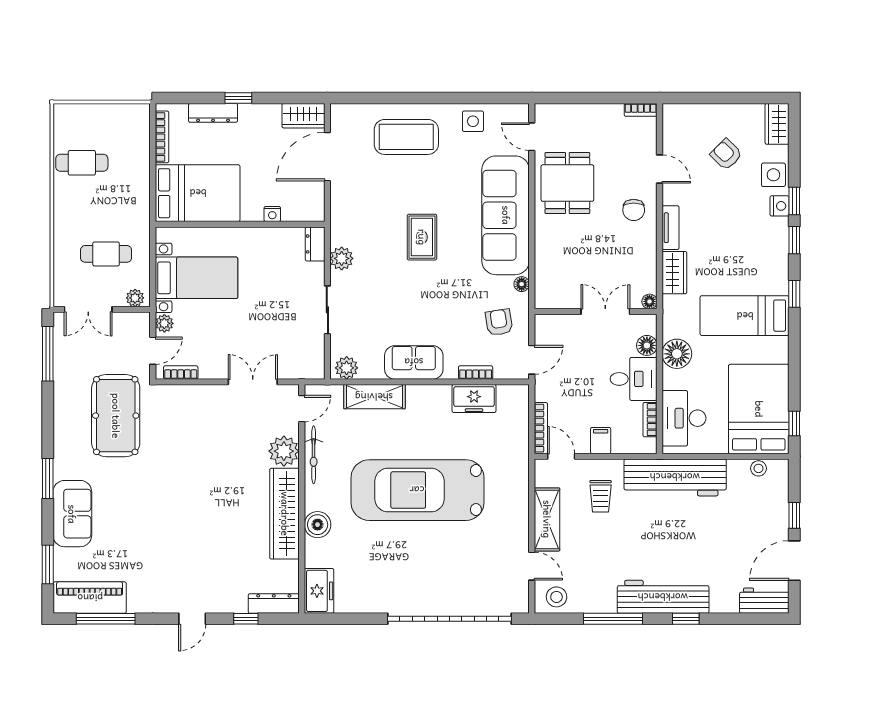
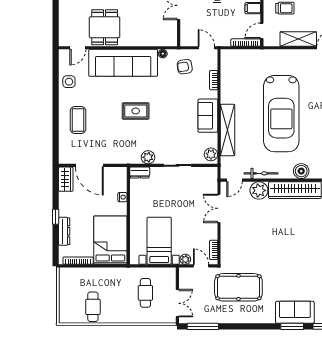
coffee table: (406, 137) -> (78, 120), width x0.73, depth x0.76
dining table: (567, 183) -> (105, 27), turned 90
plant: (135, 298) -> (171, 276), removed
shelving: (374, 397) -> (228, 130), width x1.47
freezer: (474, 399) -> (229, 81), removed
door: (302, 409) -> (234, 180), swing flipped
window: (48, 479) -> (292, 326), moved

